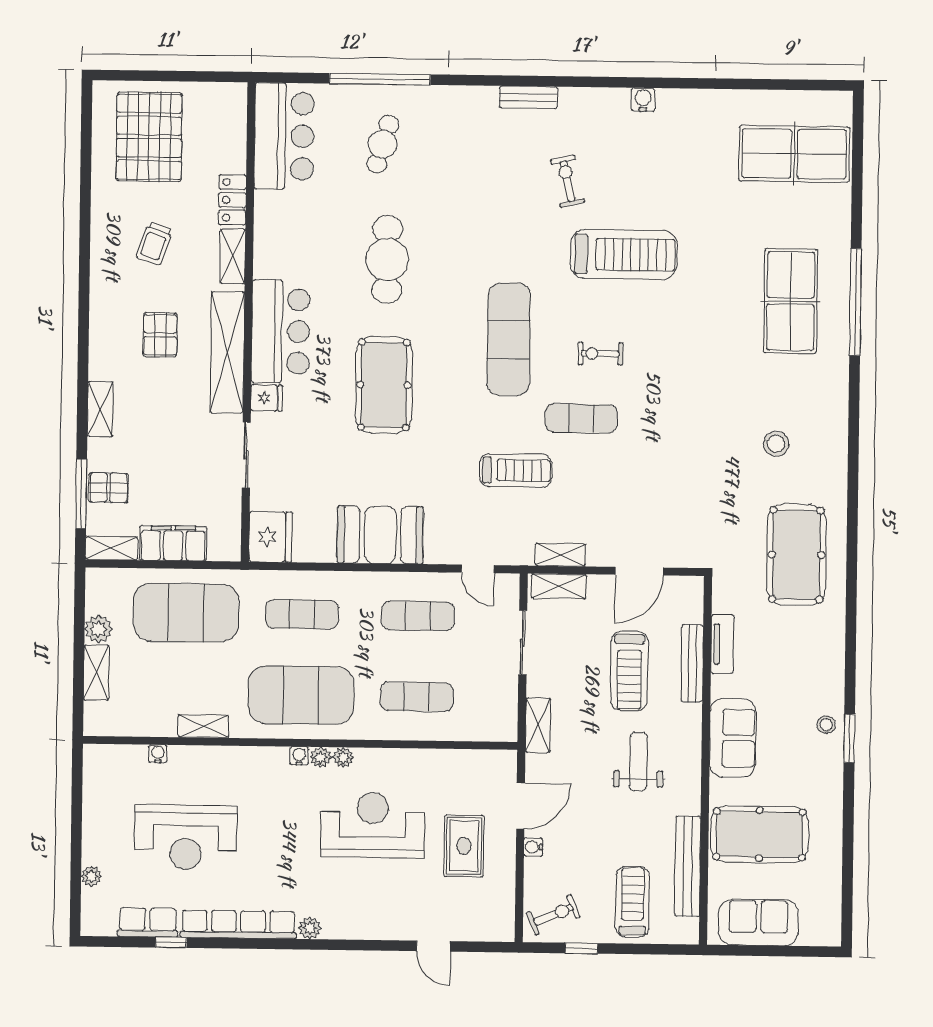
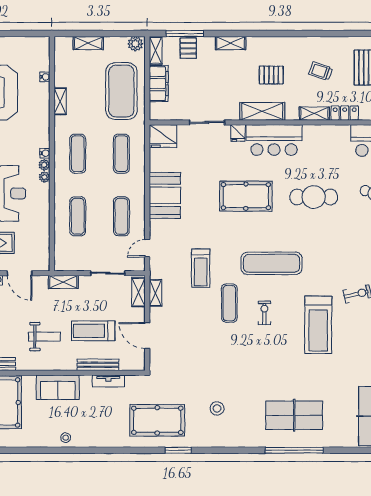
shelving: (227, 352) -> (262, 111), width x0.68
plant: (98, 629) -> (135, 44), moved
exercise mat: (301, 695) -> (78, 154), width x0.50, depth x0.69
window: (849, 738) -> (178, 450), moved

